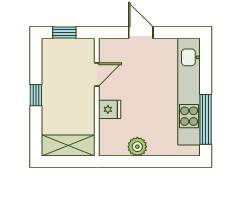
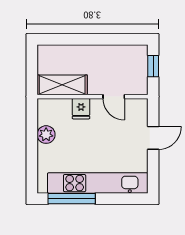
window: (36, 95) -> (94, 39), removed
shelving: (68, 145) -> (62, 85), moved, turned 90

